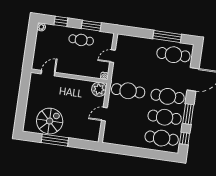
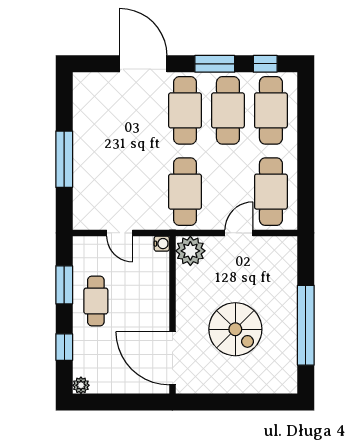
window: (167, 37) -> (64, 159), moved
cafe table: (173, 55) -> (271, 192), moved
door: (48, 73) -> (172, 358), width x1.87
door: (104, 114) -> (239, 233), swing flipped
spiral stairs: (50, 121) -> (235, 329), moved, turned 180
window: (55, 140) -> (306, 325), width x1.46

